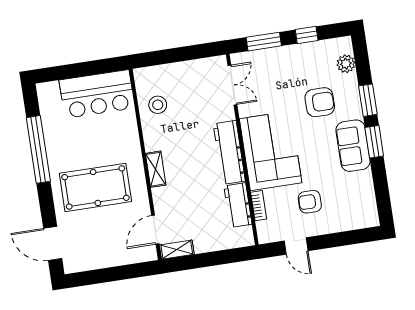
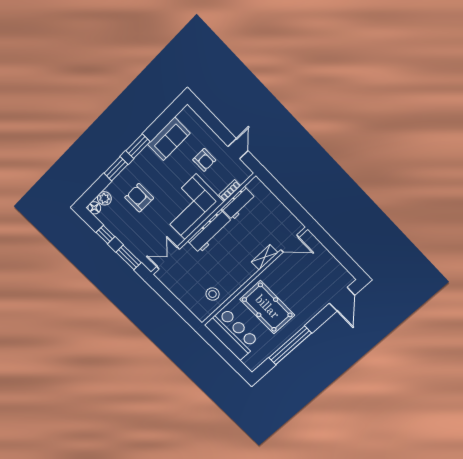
floor lamp: (344, 45) -> (94, 208), added
sofa: (353, 146) -> (169, 139), moved
shelving: (156, 169) -> (265, 257), moved
pool table: (95, 187) -> (267, 307), moved
shelving: (177, 250) -> (293, 222), removed

